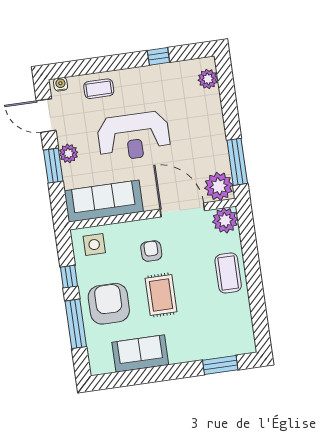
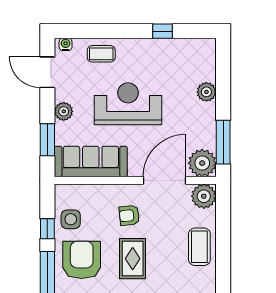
plant: (208, 79) -> (206, 92), moved
reception desk: (134, 136) -> (128, 104), turned 180
window: (53, 166) -> (47, 140), moved
door: (182, 210) -> (164, 180), hinge flipped
side table: (94, 245) -> (71, 219), moved
armchair: (151, 251) -> (129, 215), turned -96

